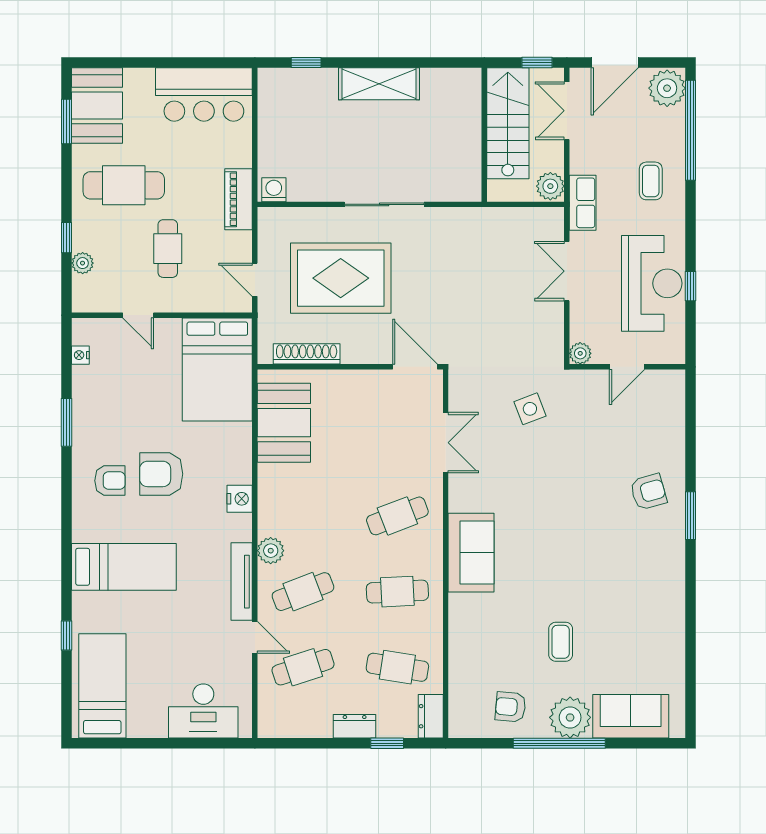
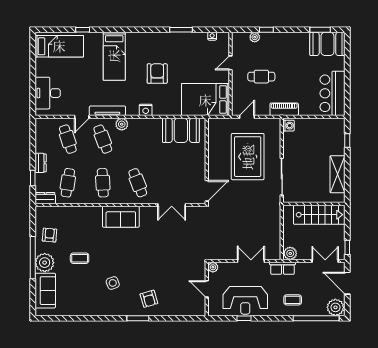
stairs: (508, 123) -> (319, 215), moved
wall: (484, 135) -> (314, 204), moved
cafe table: (124, 185) -> (291, 56), removed
shoe rack: (307, 354) -> (213, 141), removed
side table: (530, 409) -> (113, 283), moved
armchair: (110, 481) -> (154, 50), removed

